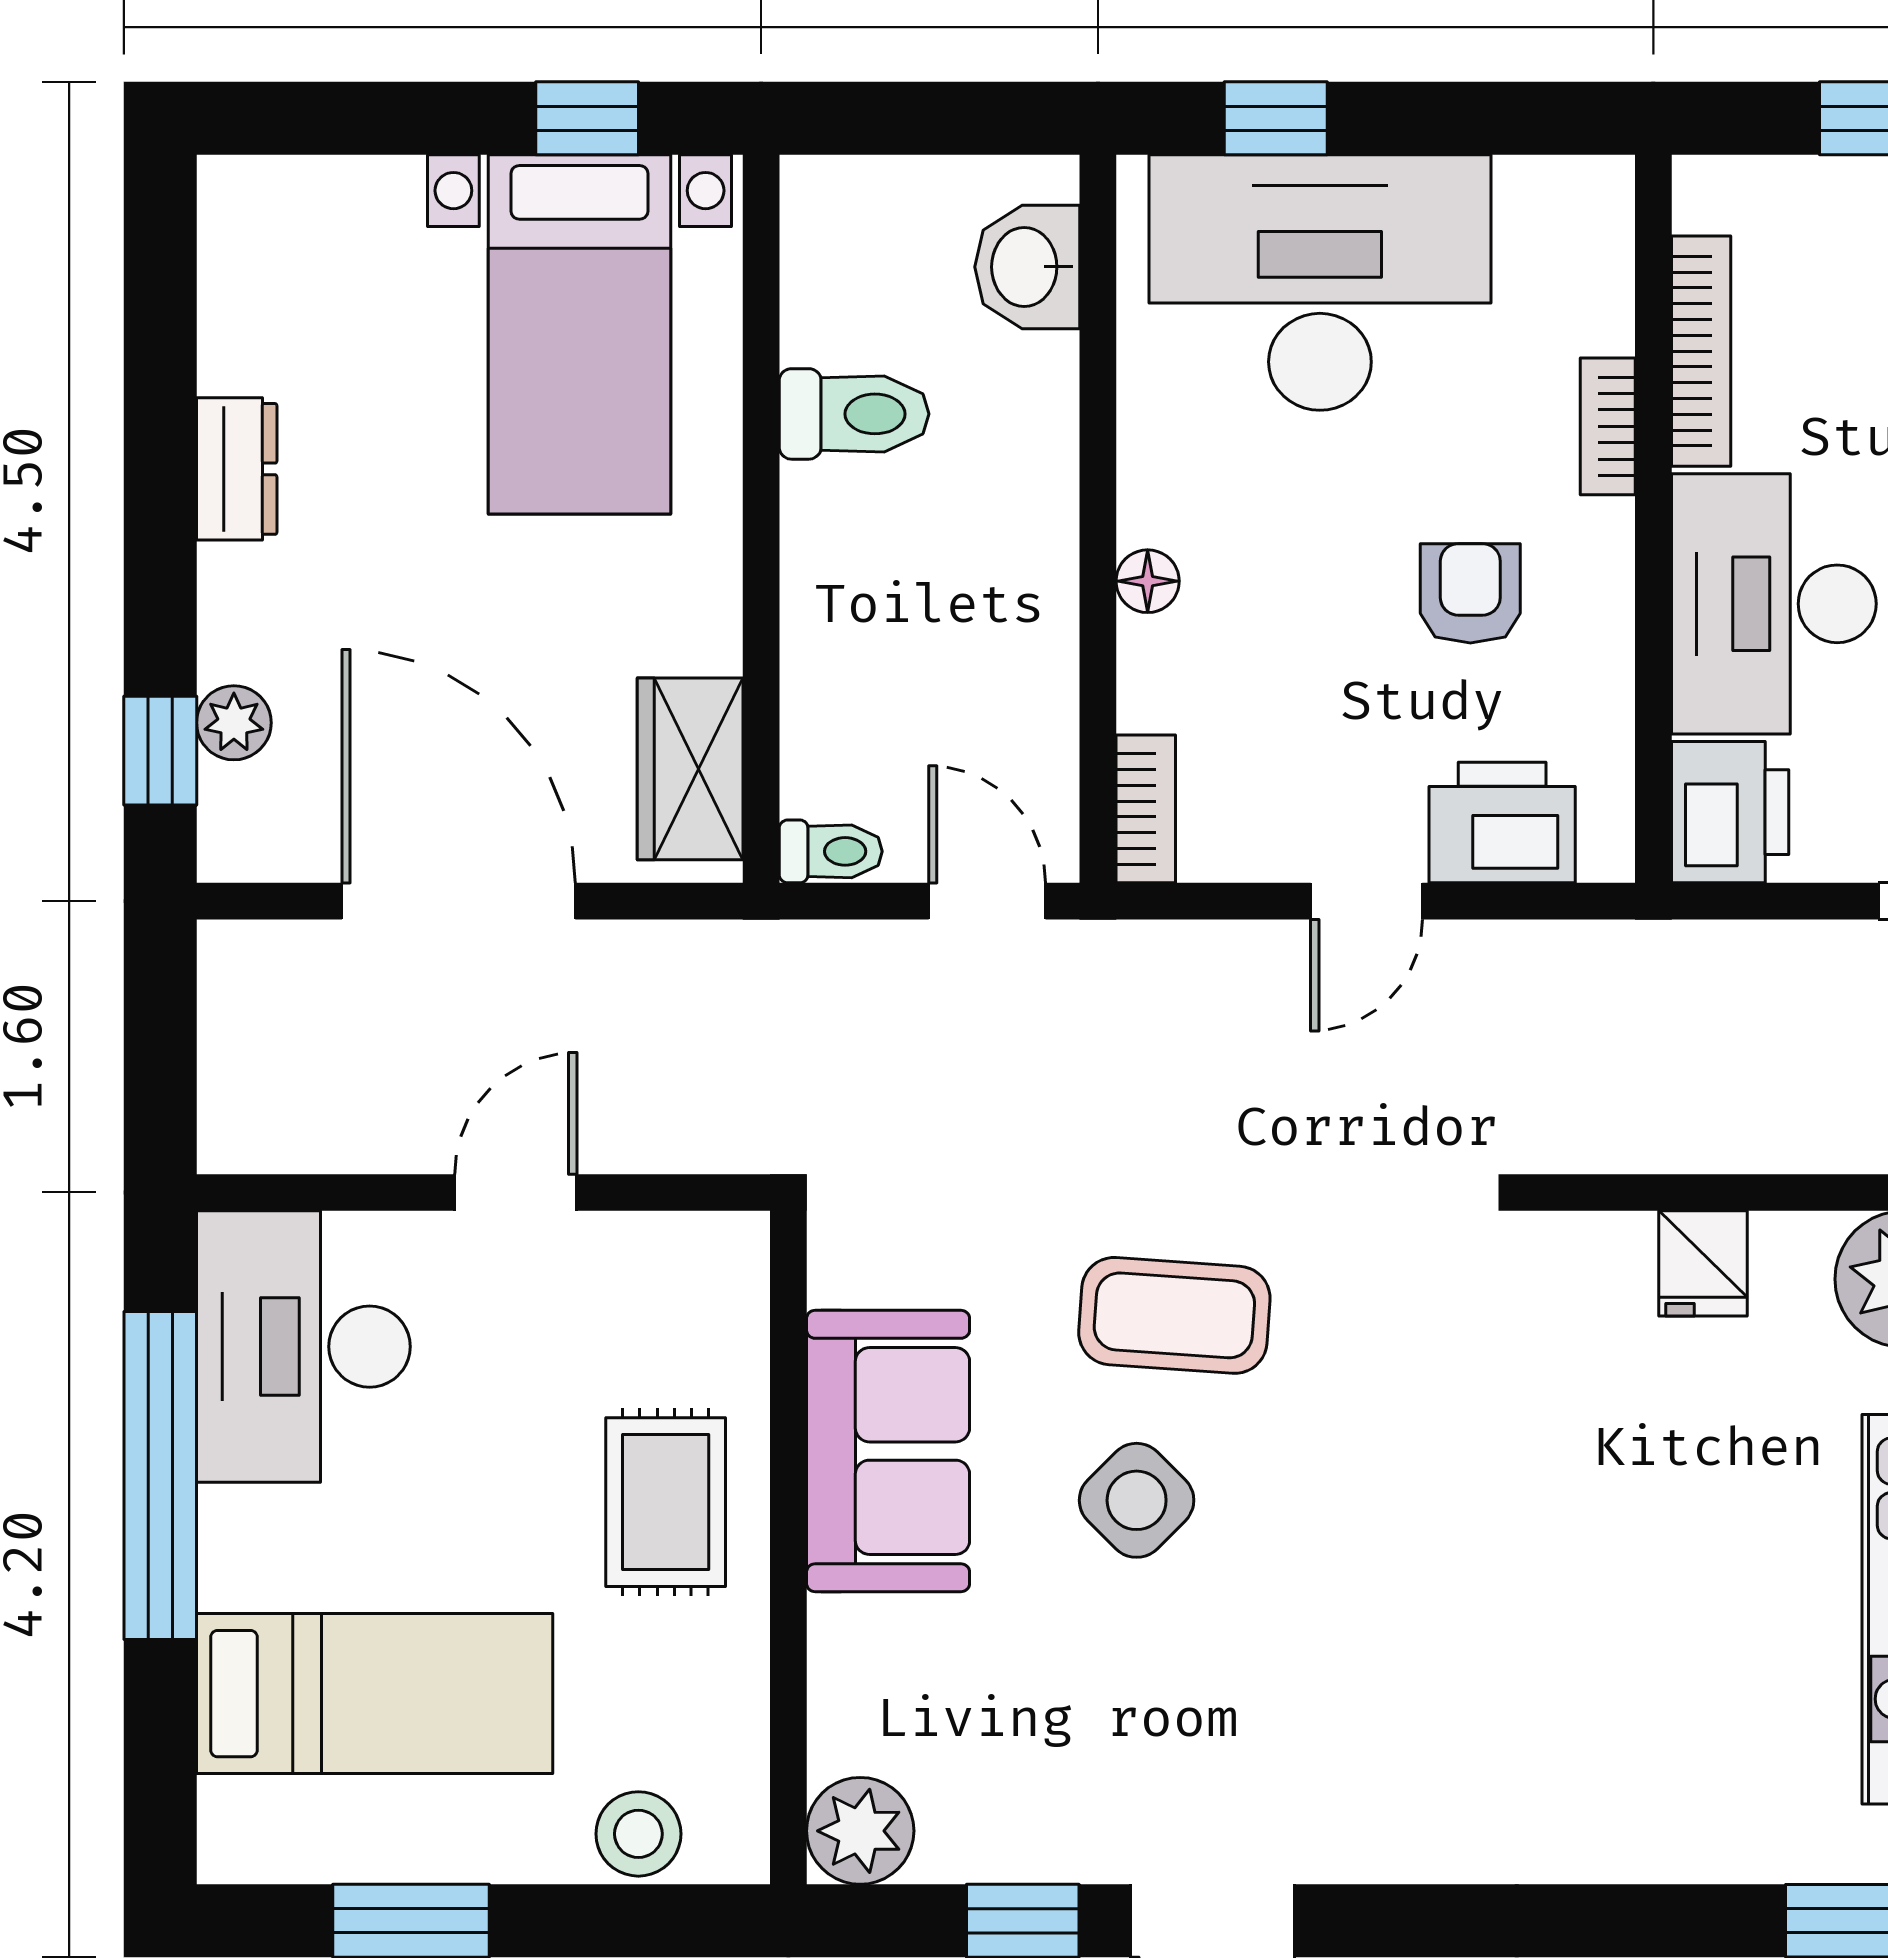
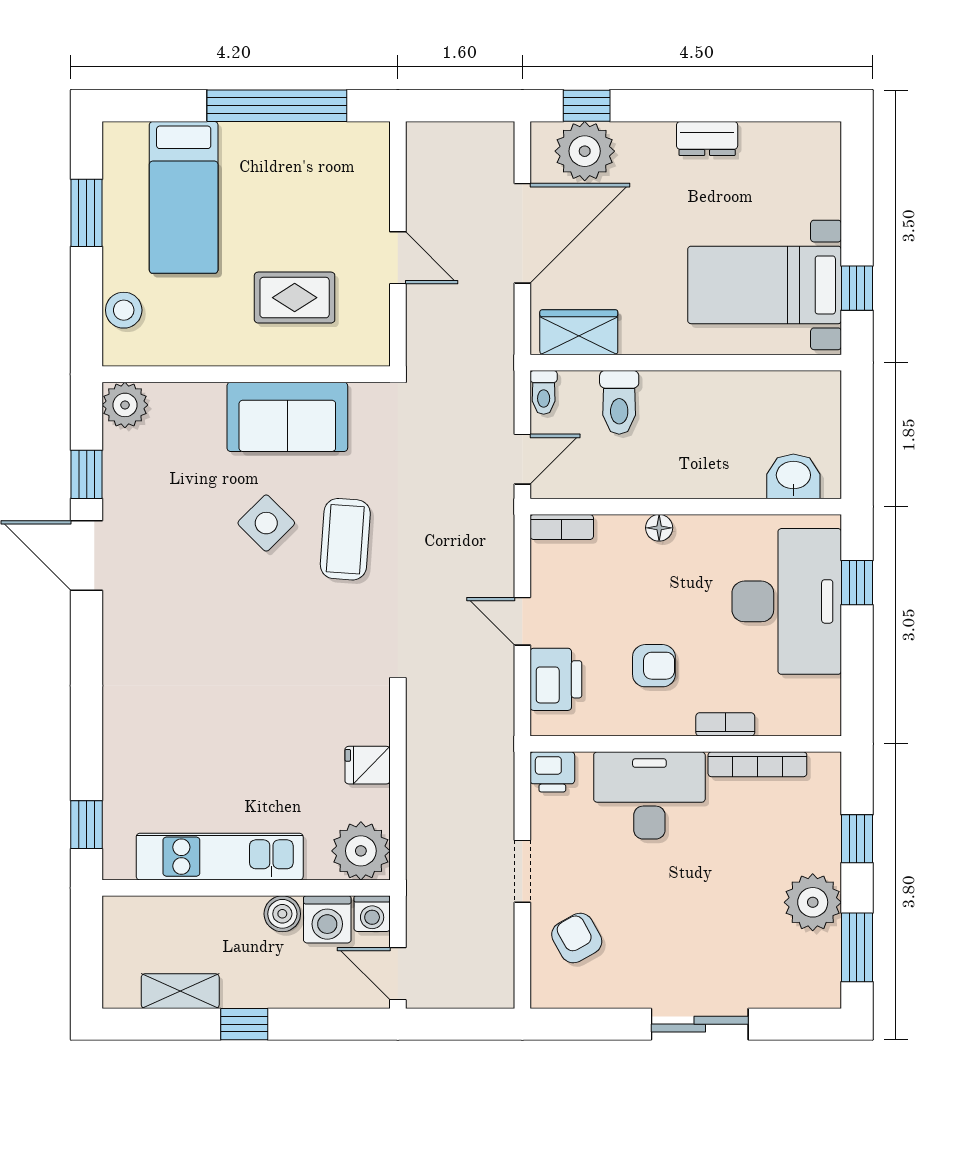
toilet: (854, 414) -> (619, 402), moved
plant: (234, 723) -> (585, 151), width x1.88, depth x1.88
printer: (1730, 812) -> (552, 772), width x0.73, depth x0.81
desk: (303, 1347) -> (332, 167), removed
rug: (666, 1502) -> (295, 298), moved

